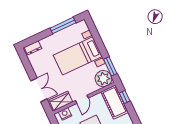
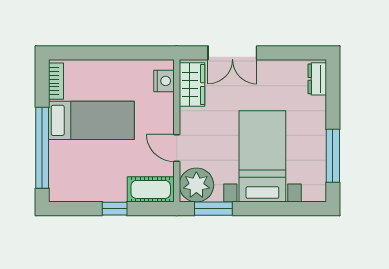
window: (125, 97) -> (115, 209), moved
door: (82, 99) -> (177, 148), moved
cot: (115, 102) -> (151, 189), width x0.73, depth x0.75

